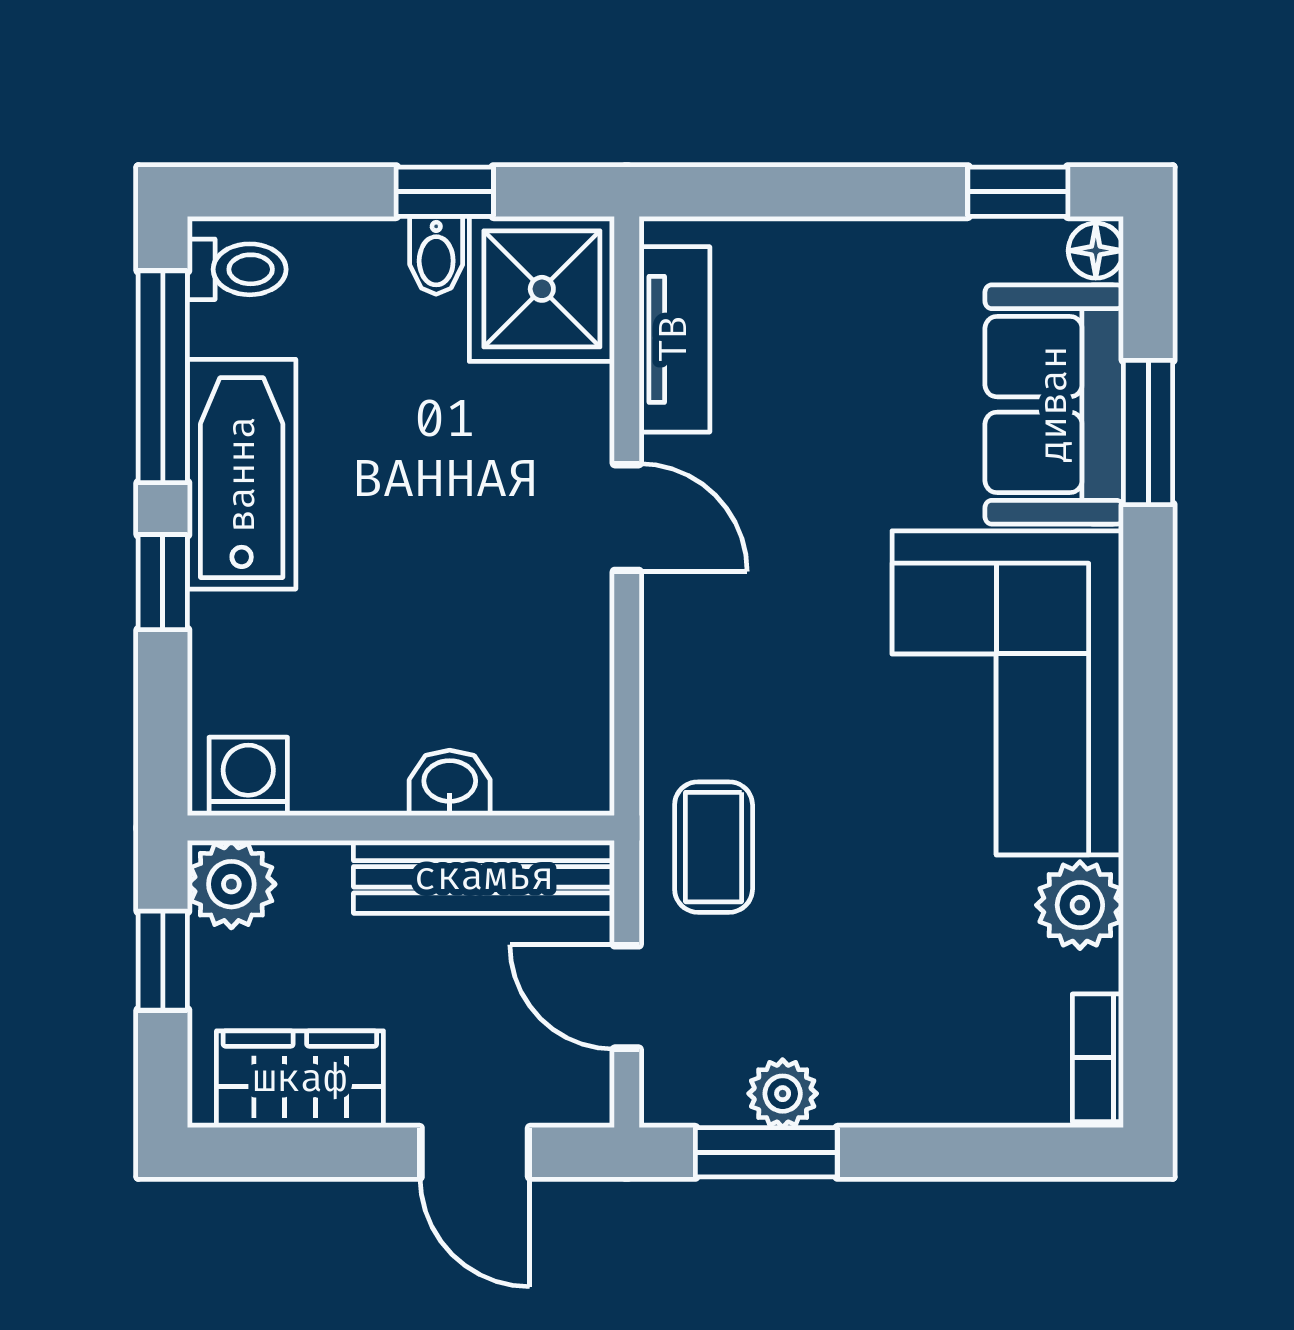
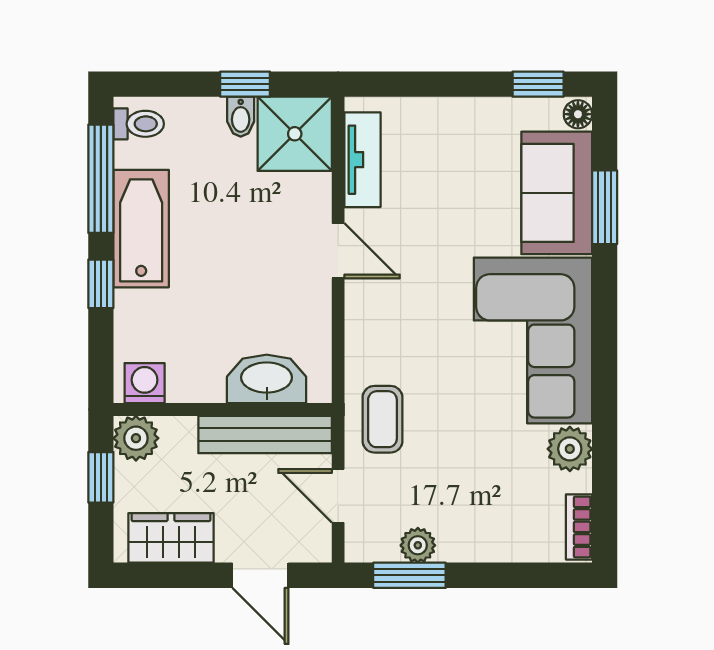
washbasin: (450, 783) -> (267, 379), width x1.91, depth x1.45

